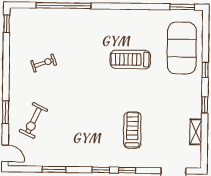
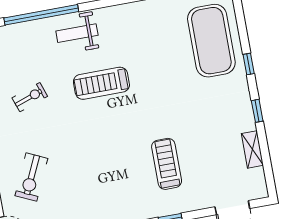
weight bench: (86, 24) -> (77, 33), added
treadmill: (130, 59) -> (101, 83), moved

